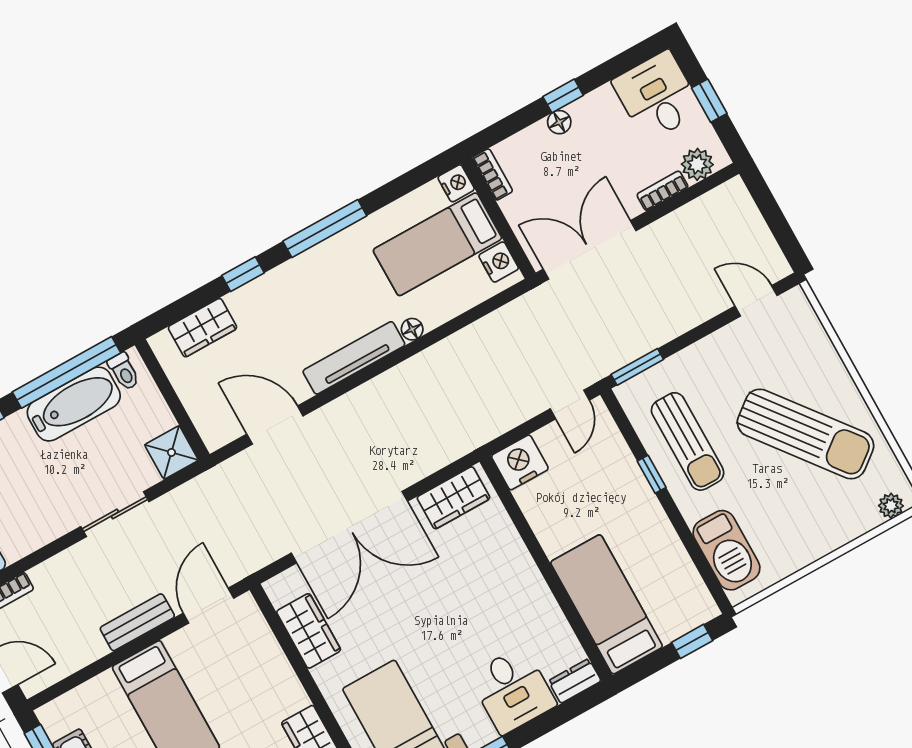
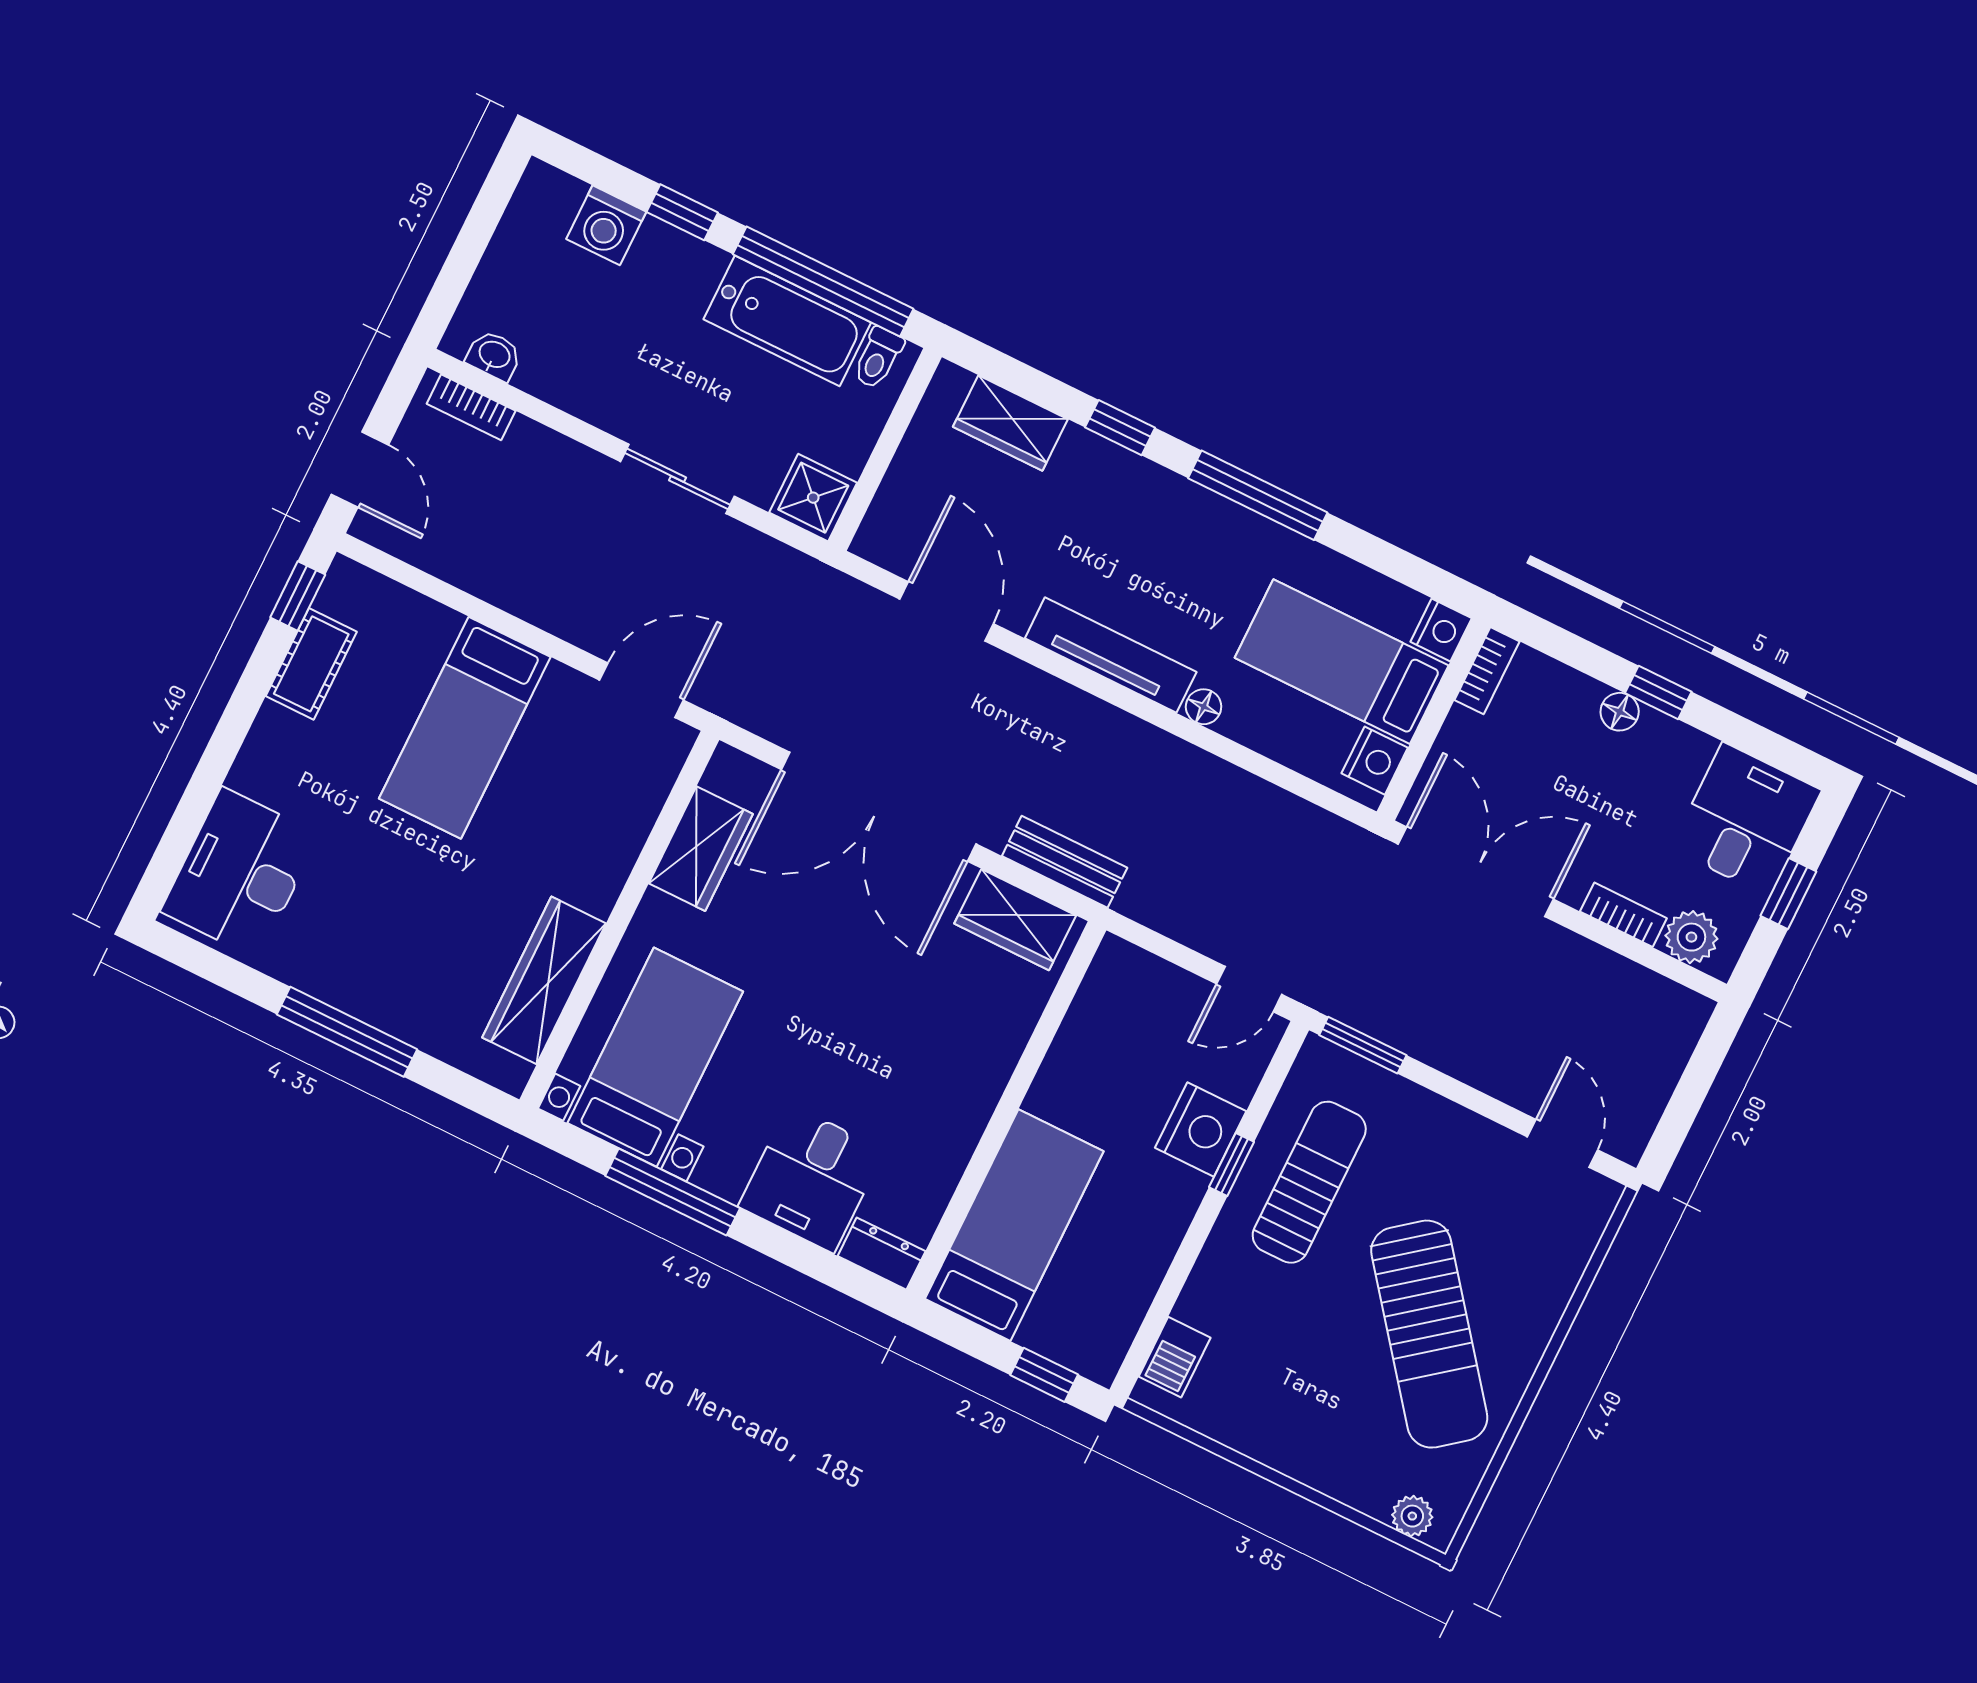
sun lounger: (688, 441) -> (1309, 1182), turned 180
nightstand: (520, 462) -> (1201, 1129), moved, turned 90
barbecue: (726, 550) -> (1175, 1357), width x0.53, depth x0.65
bench: (137, 622) -> (1065, 862), moved

